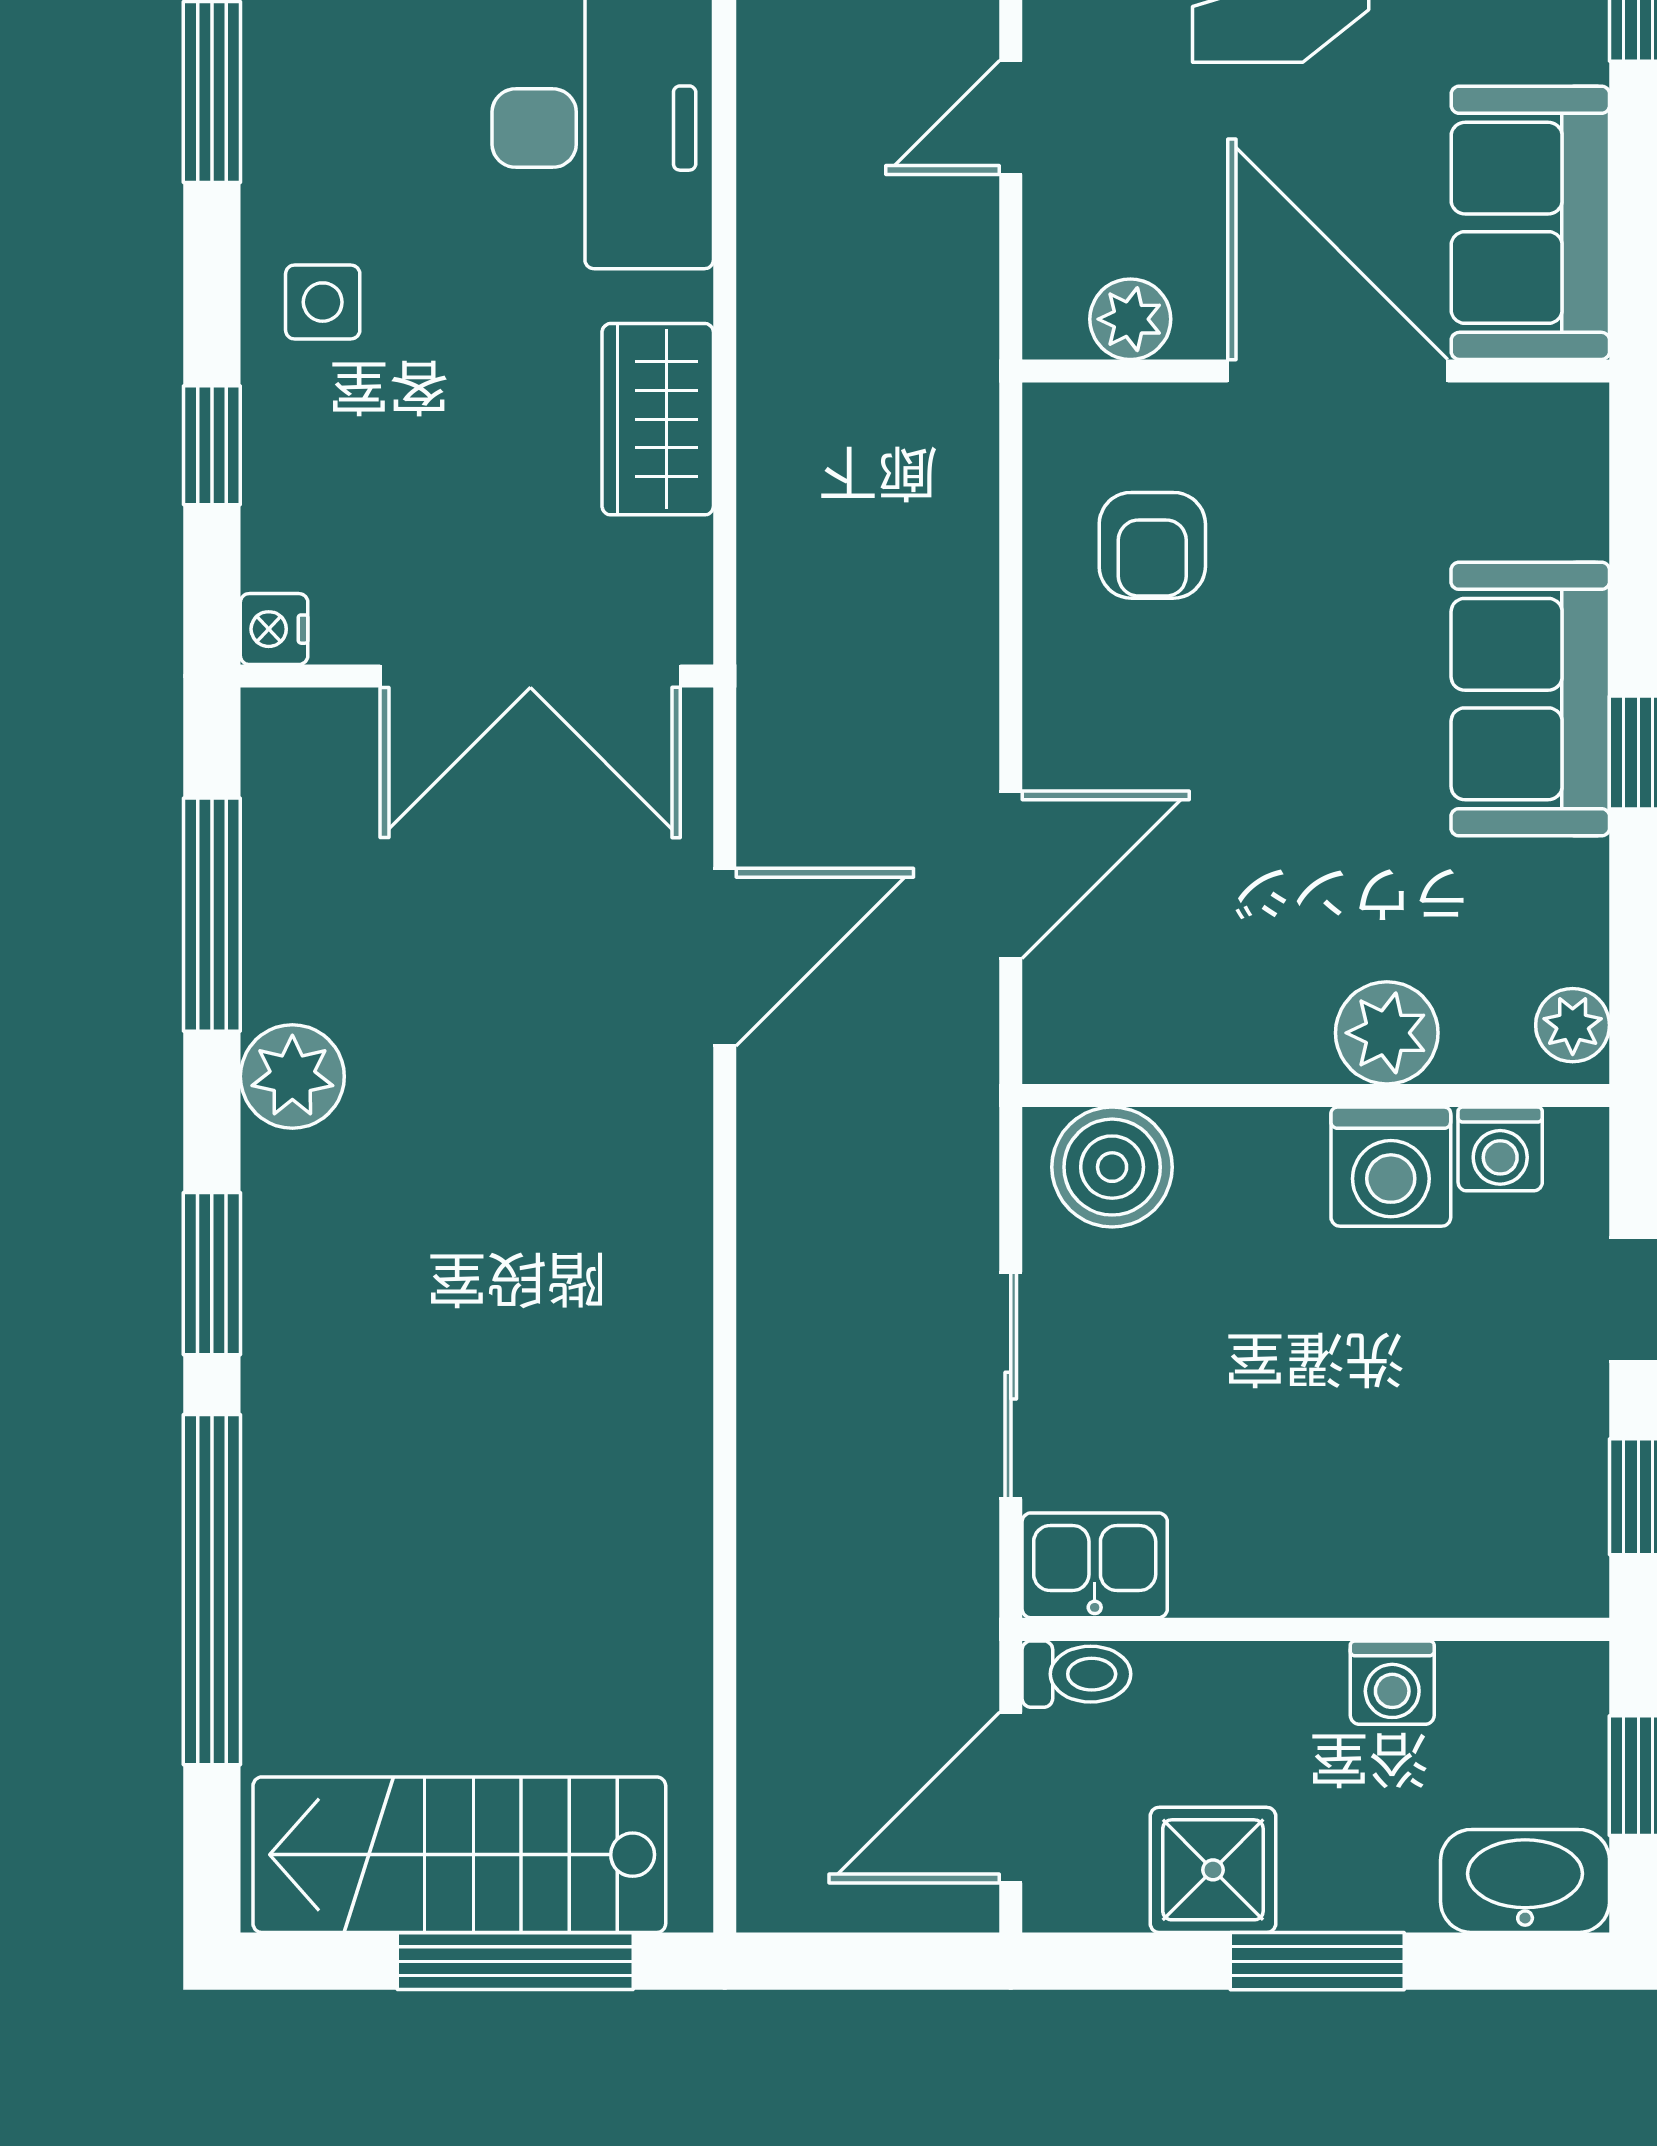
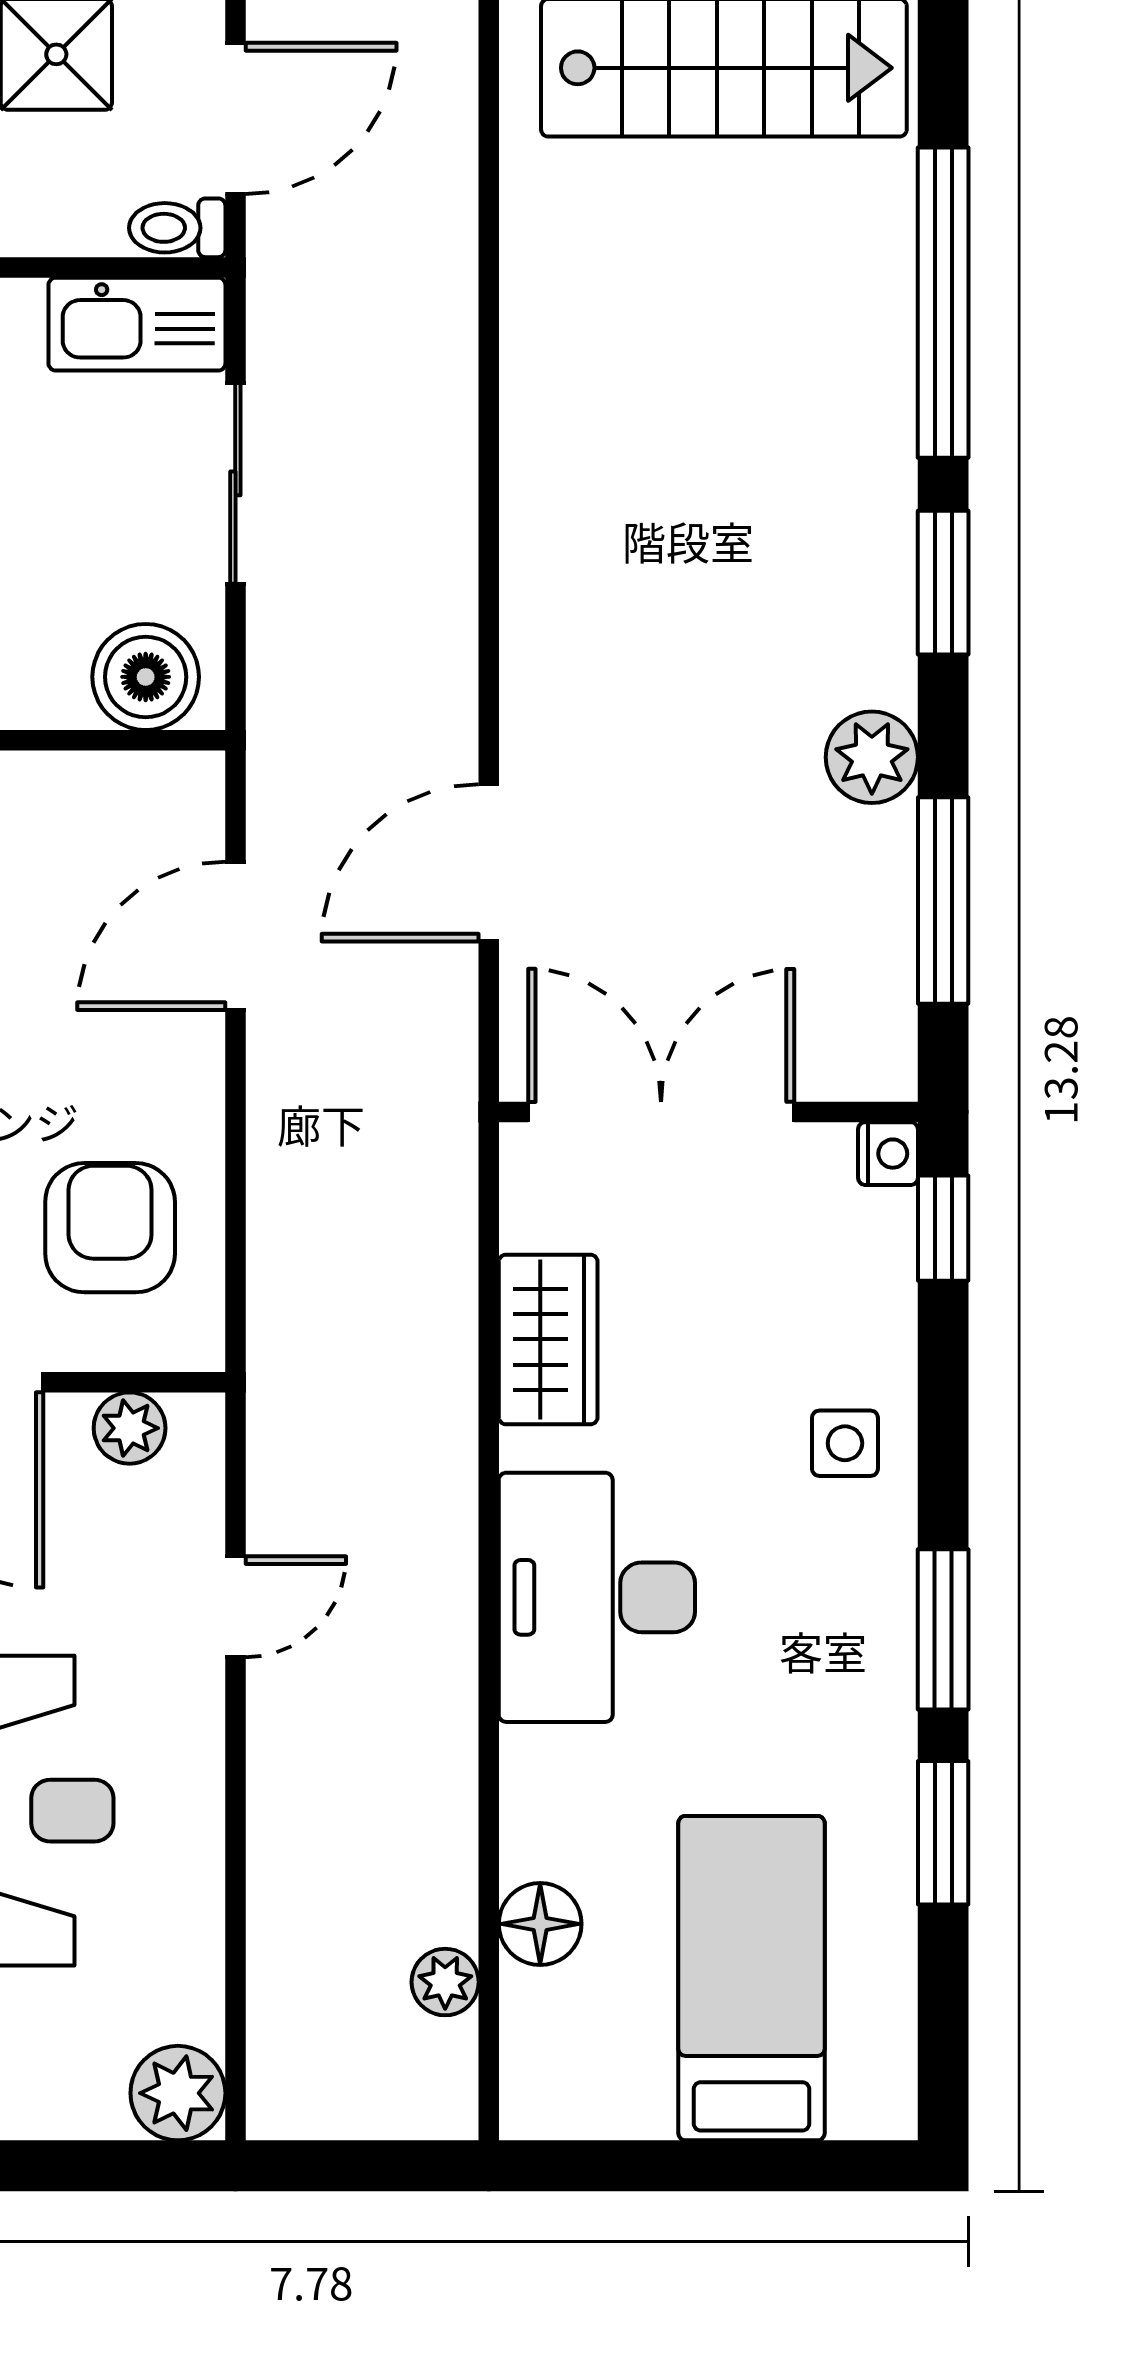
window: (212, 445) -> (943, 1228), moved
armchair: (1152, 545) -> (110, 1228), width x1.38, depth x1.38
kitchen sink: (1095, 1565) -> (137, 324), width x1.38

